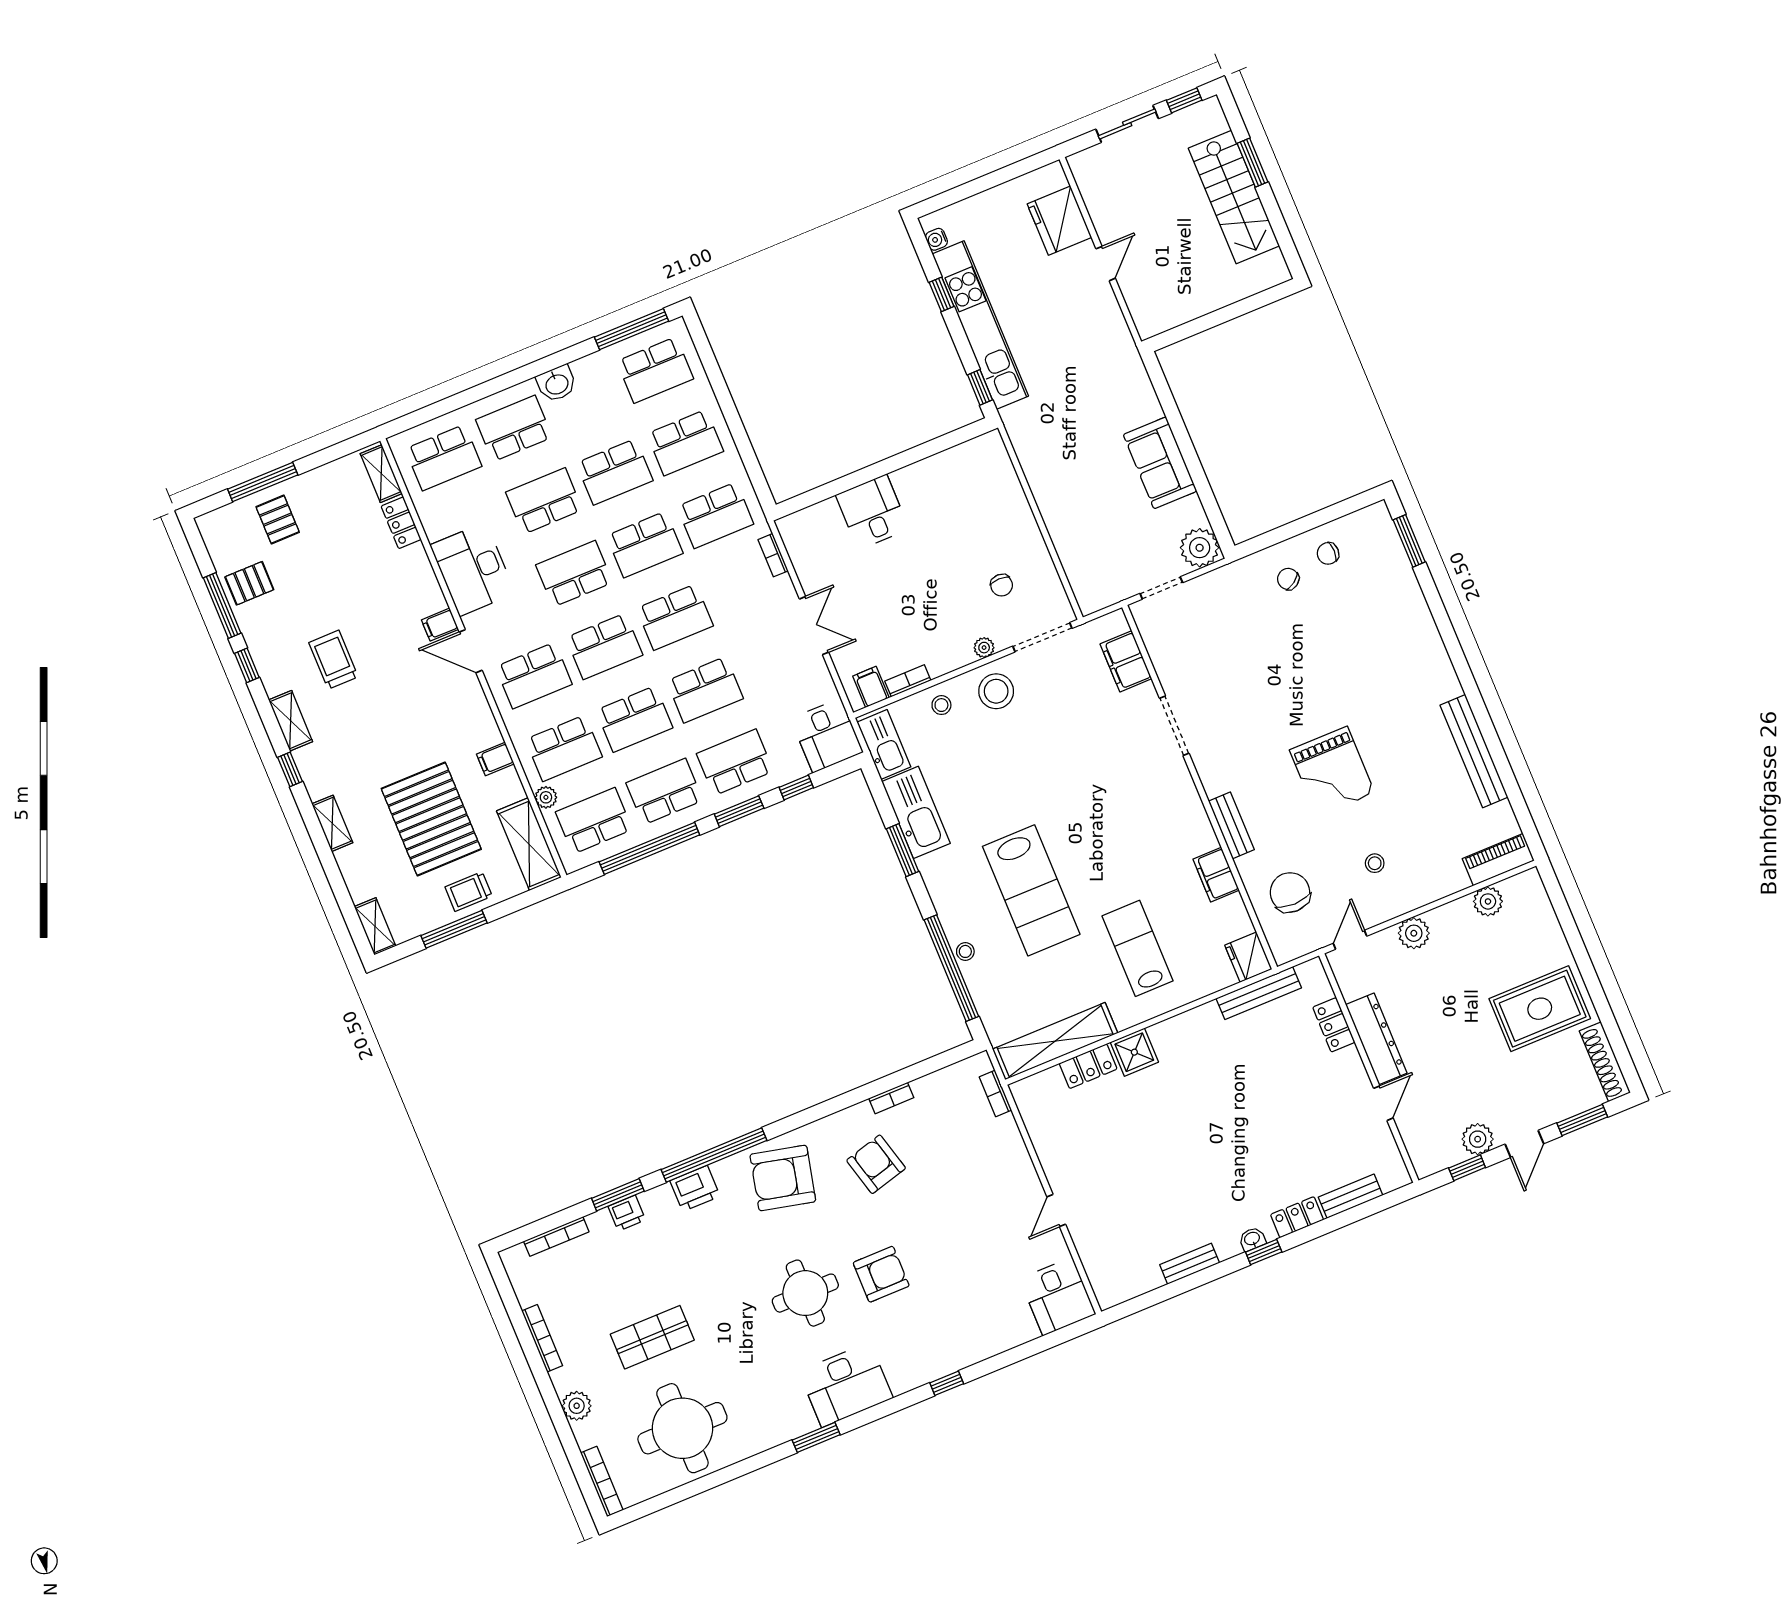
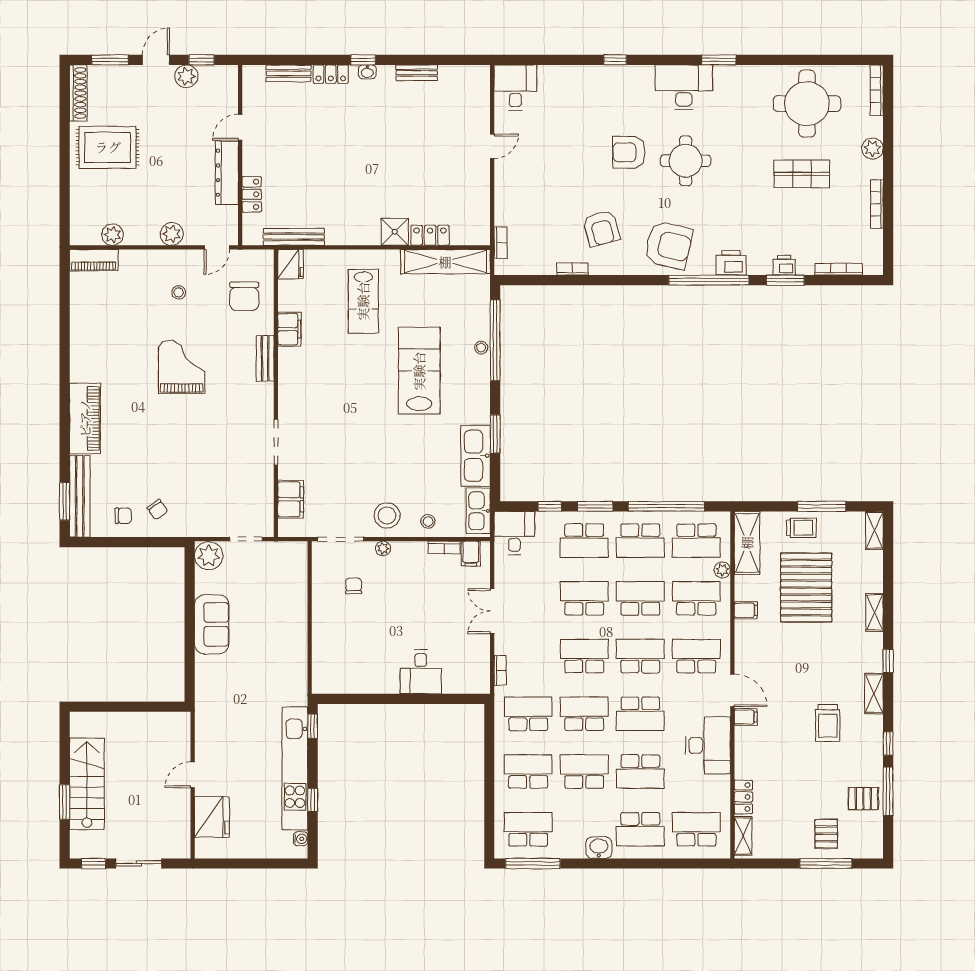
piano: (1427, 656) -> (85, 418), added
bench: (1474, 751) -> (80, 496), moved

